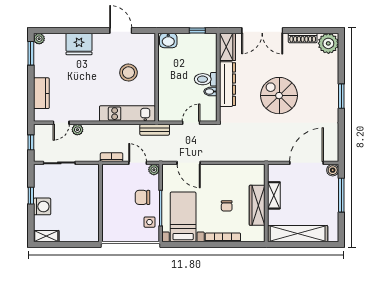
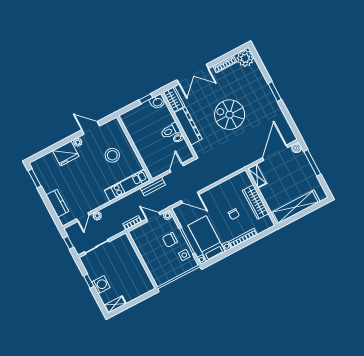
plant: (39, 39) -> (78, 142), moved
washbasin: (168, 40) -> (158, 102), moved
shelving: (274, 195) -> (257, 176), moved

